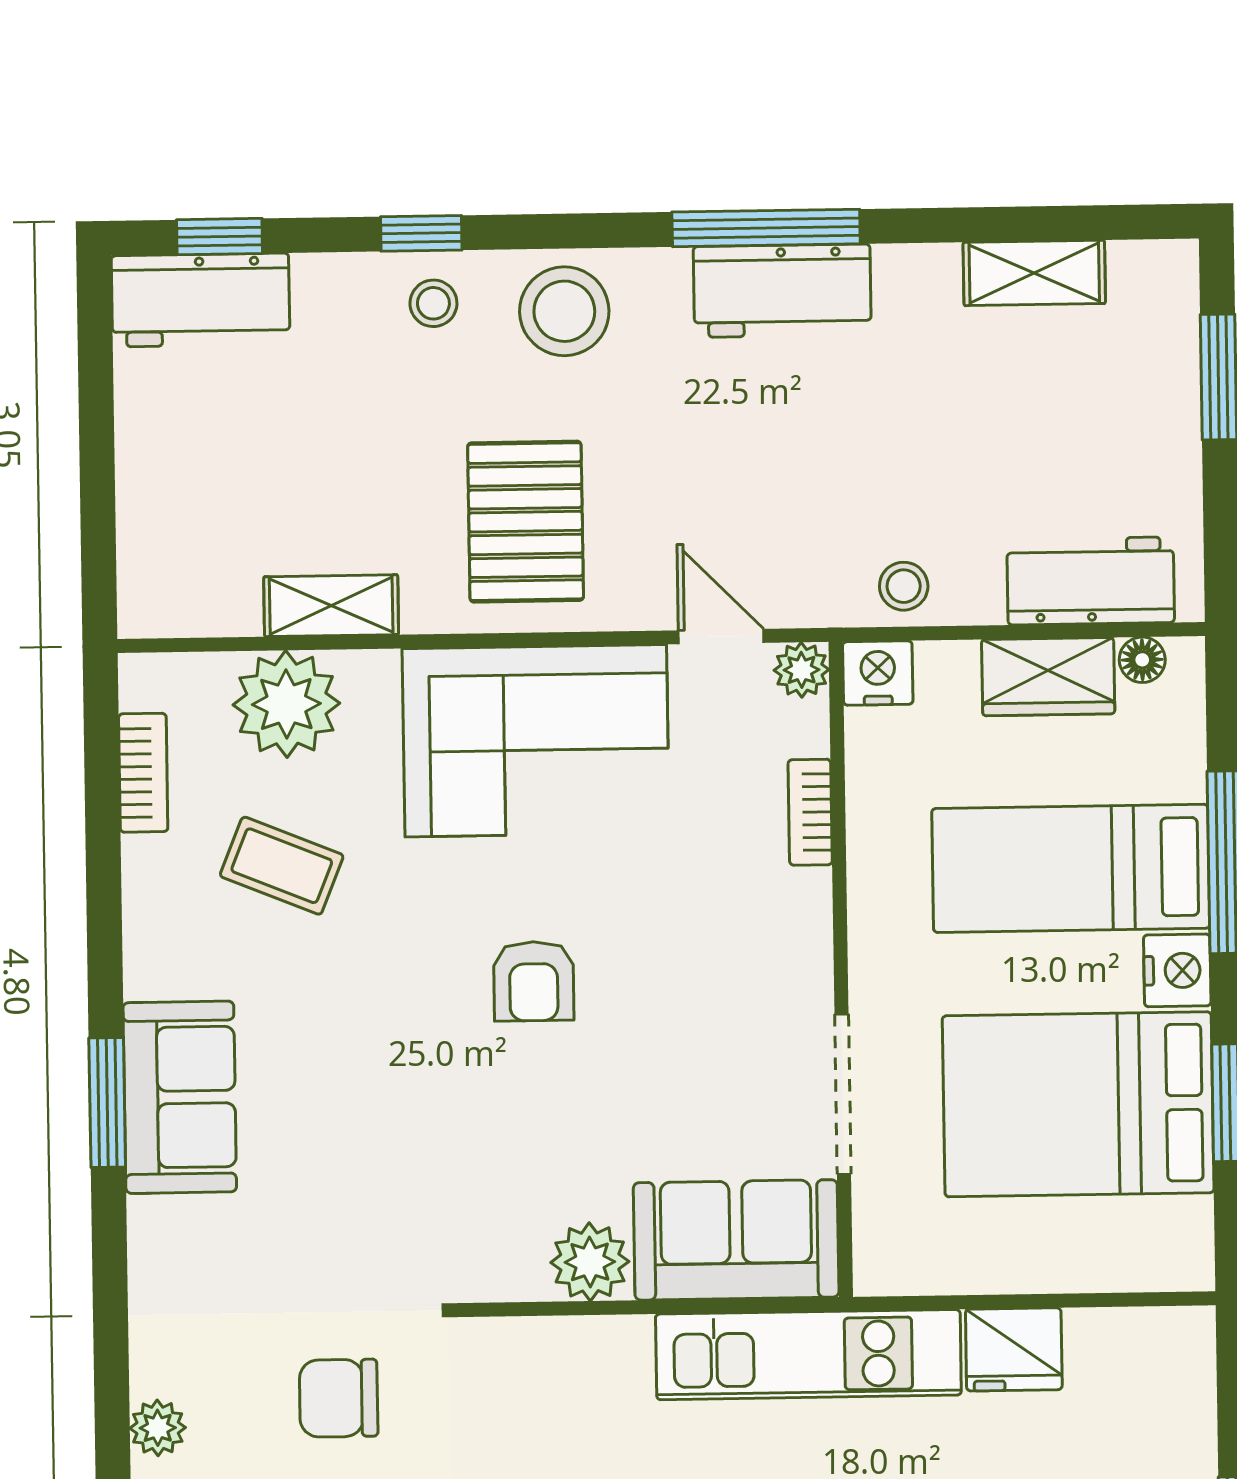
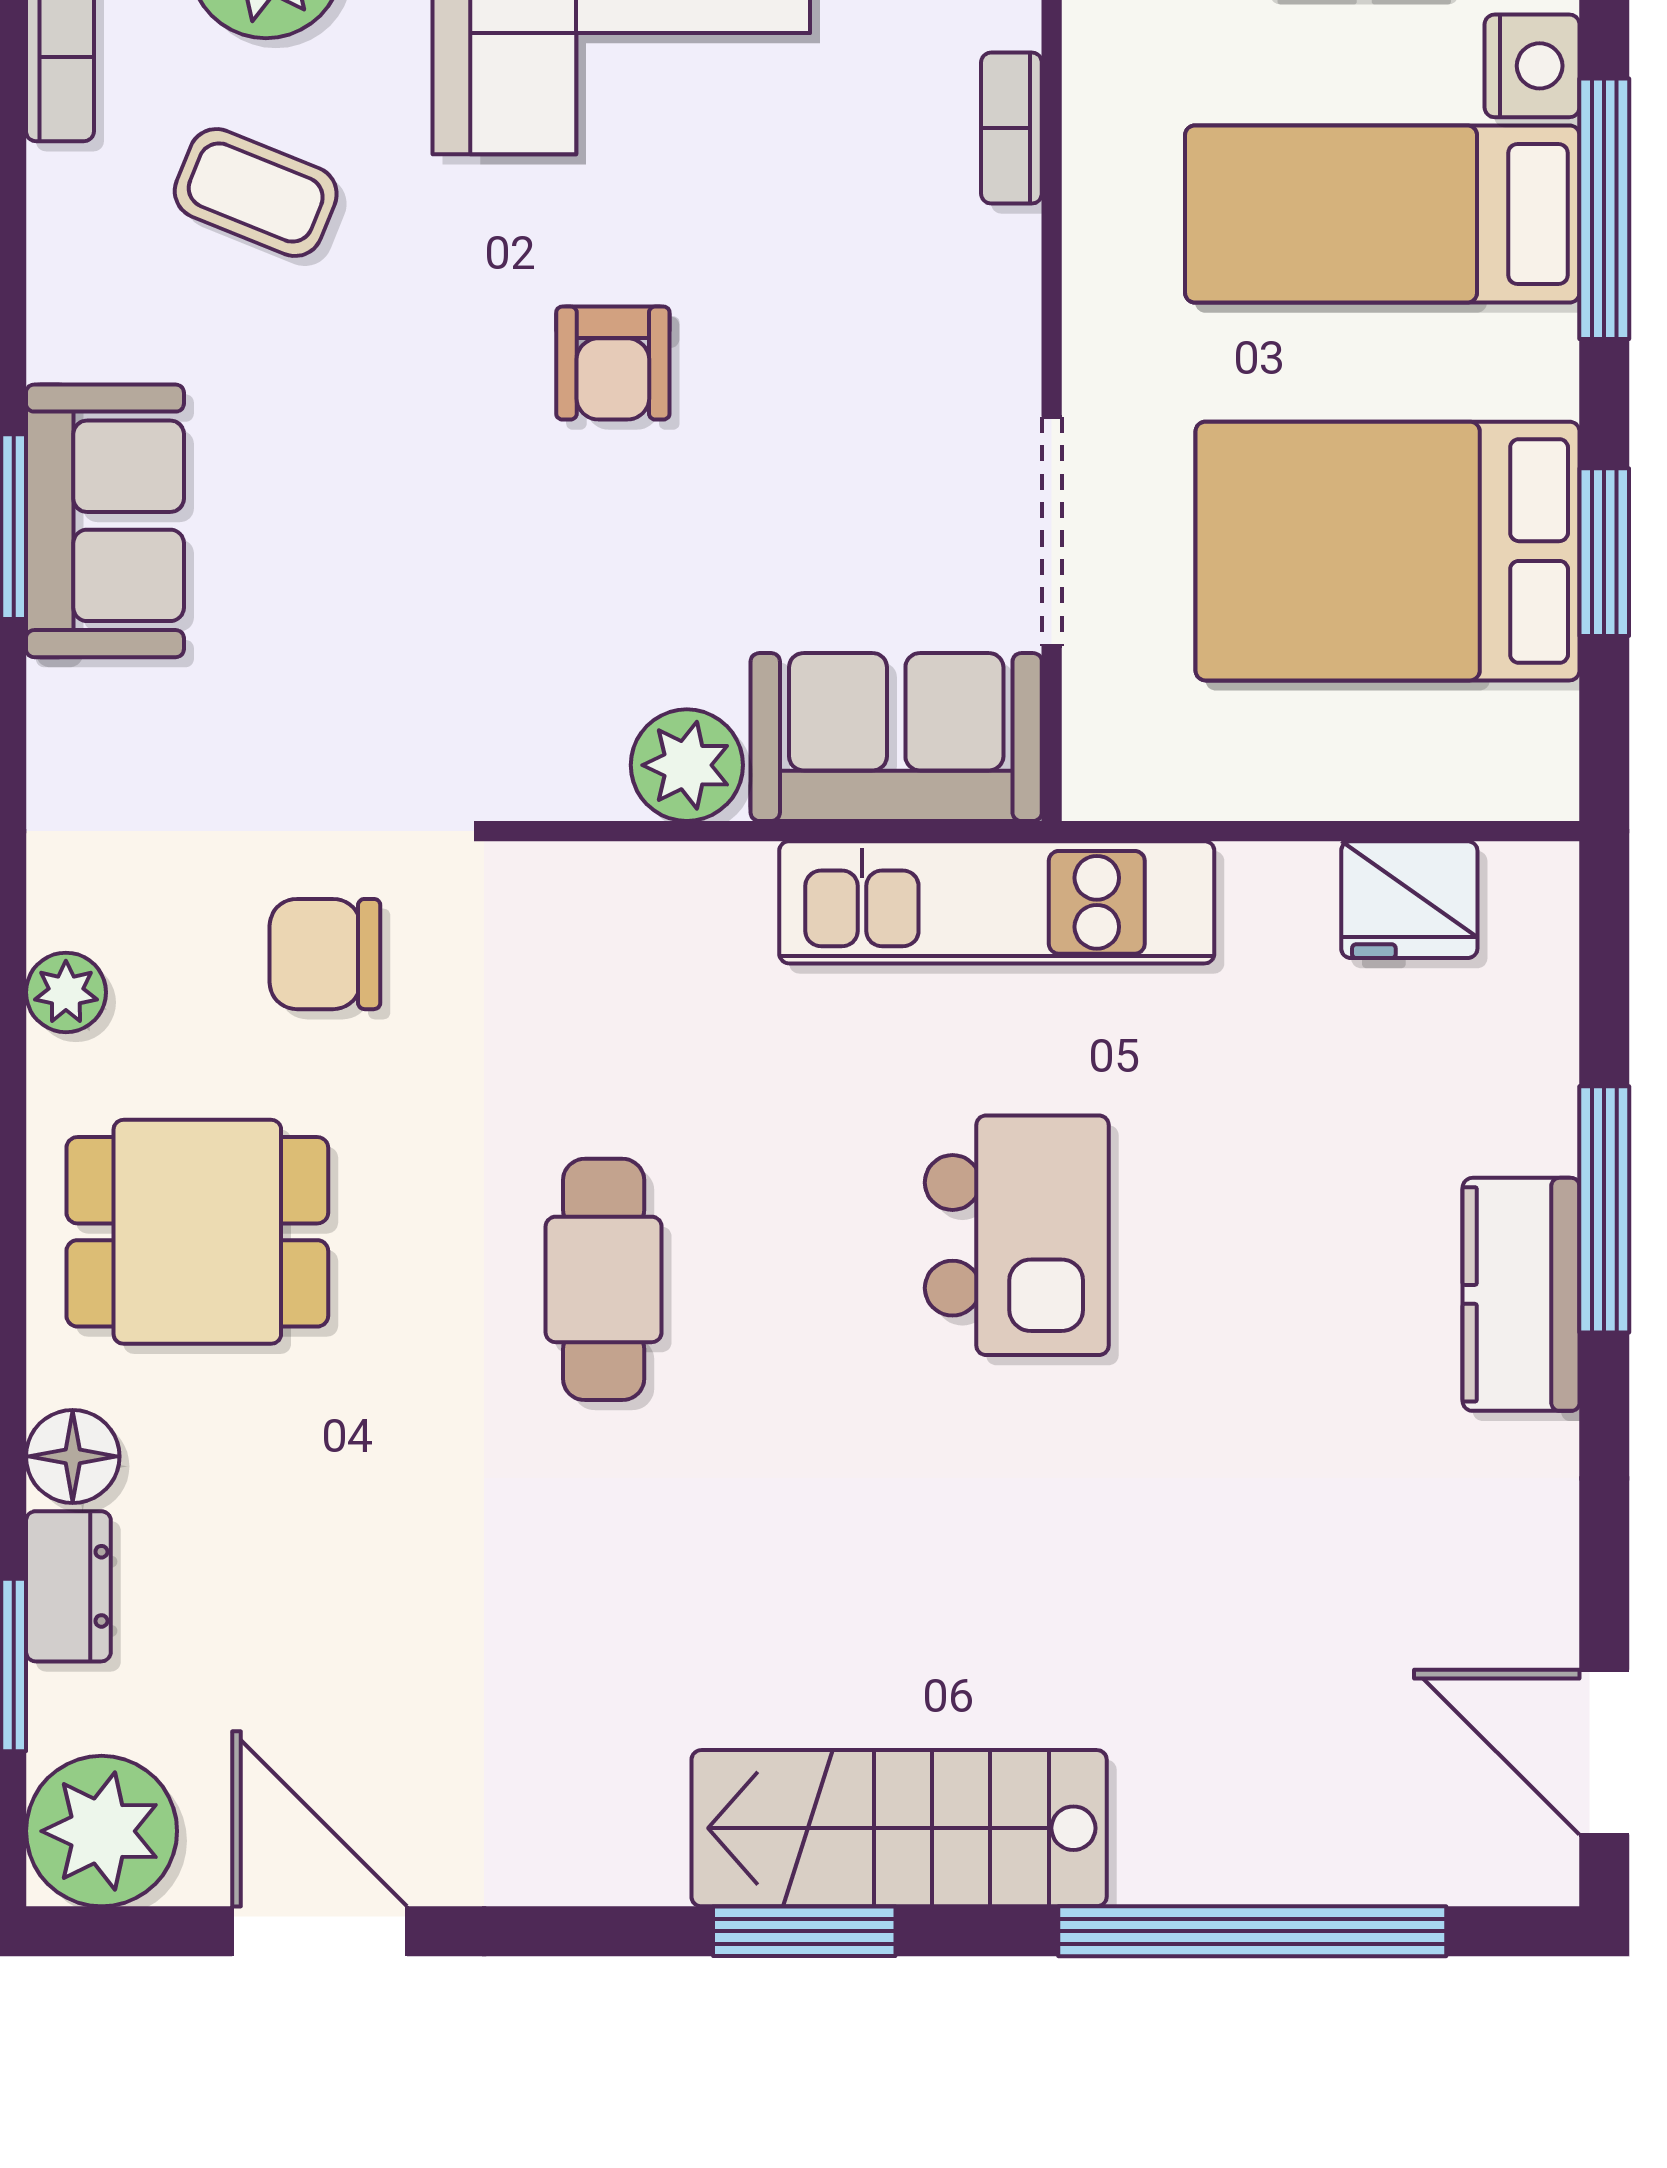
nightstand: (1177, 970) -> (1532, 66), moved
fridge: (1014, 1349) -> (1409, 900), moved

